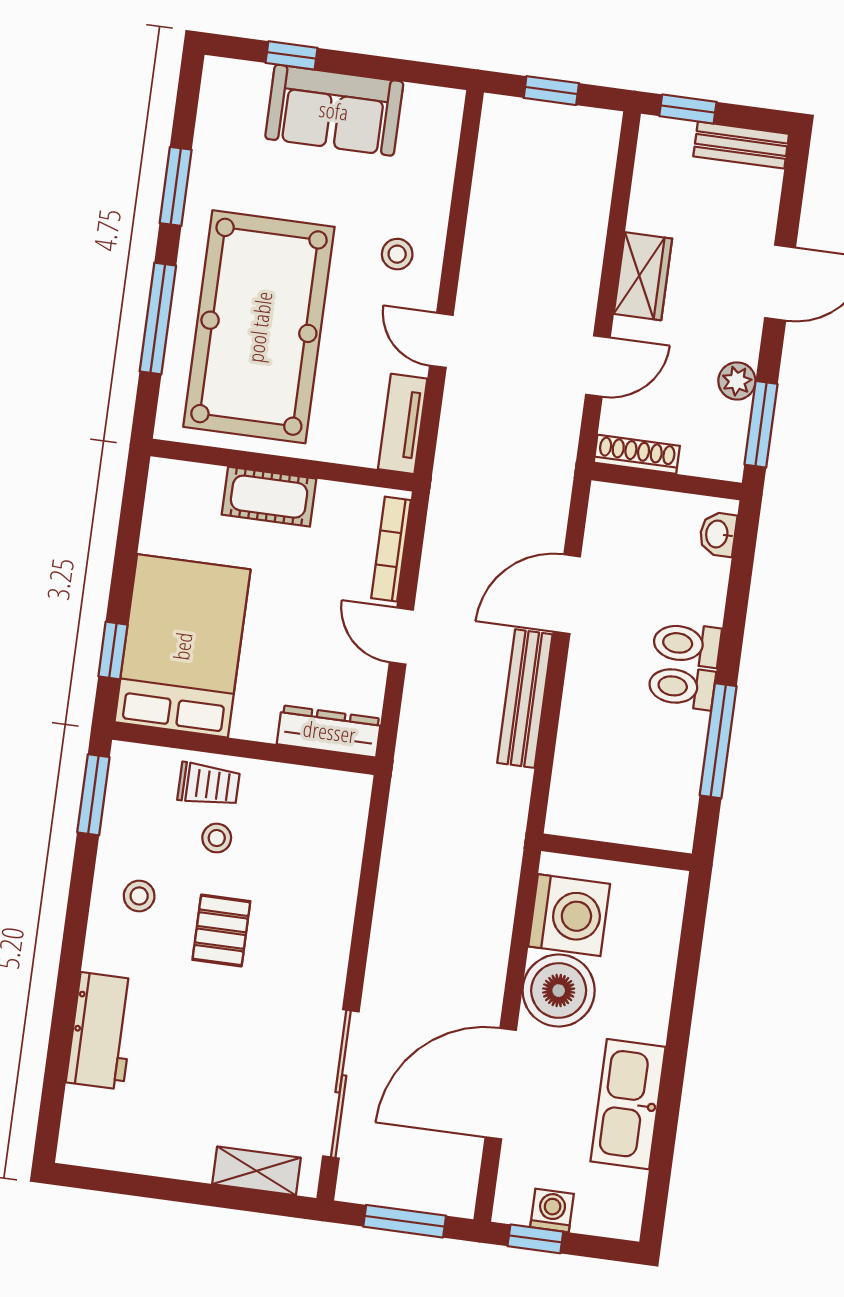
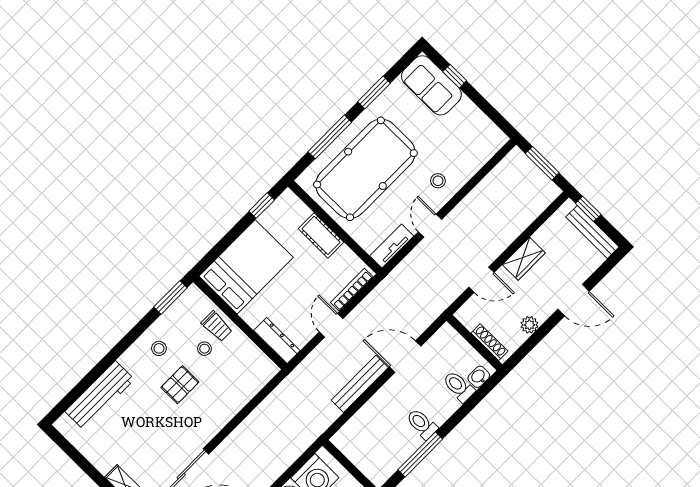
window: (551, 91) -> (542, 163), width x1.50
sofa: (334, 110) -> (431, 85), moved
bench: (741, 145) -> (592, 232), width x1.36
window: (761, 424) -> (526, 348), removed
shoe rack: (637, 454) -> (489, 342), moved
toilet: (687, 644) -> (459, 386), moved
window: (113, 650) -> (262, 206), moved
workbench: (102, 1031) -> (100, 395), width x1.38

